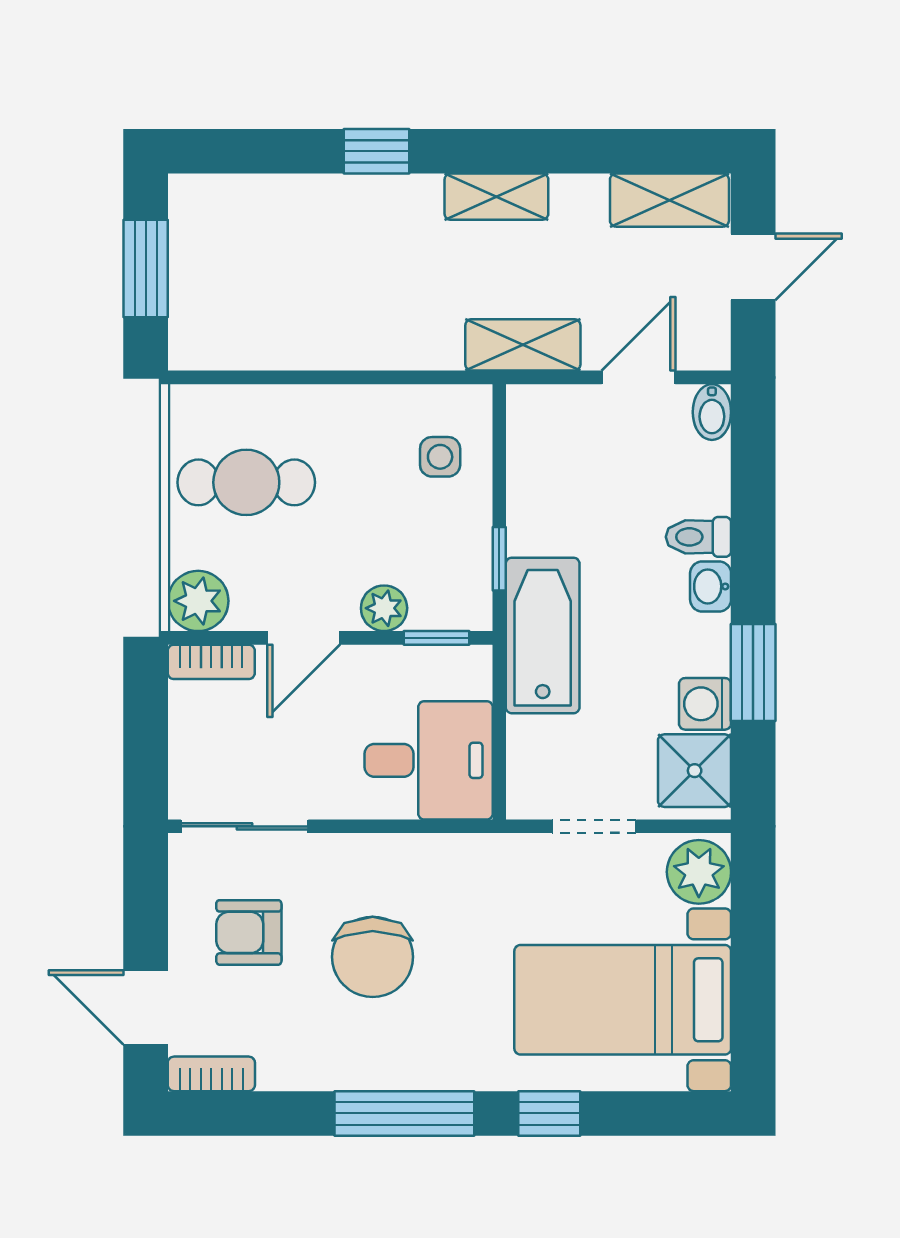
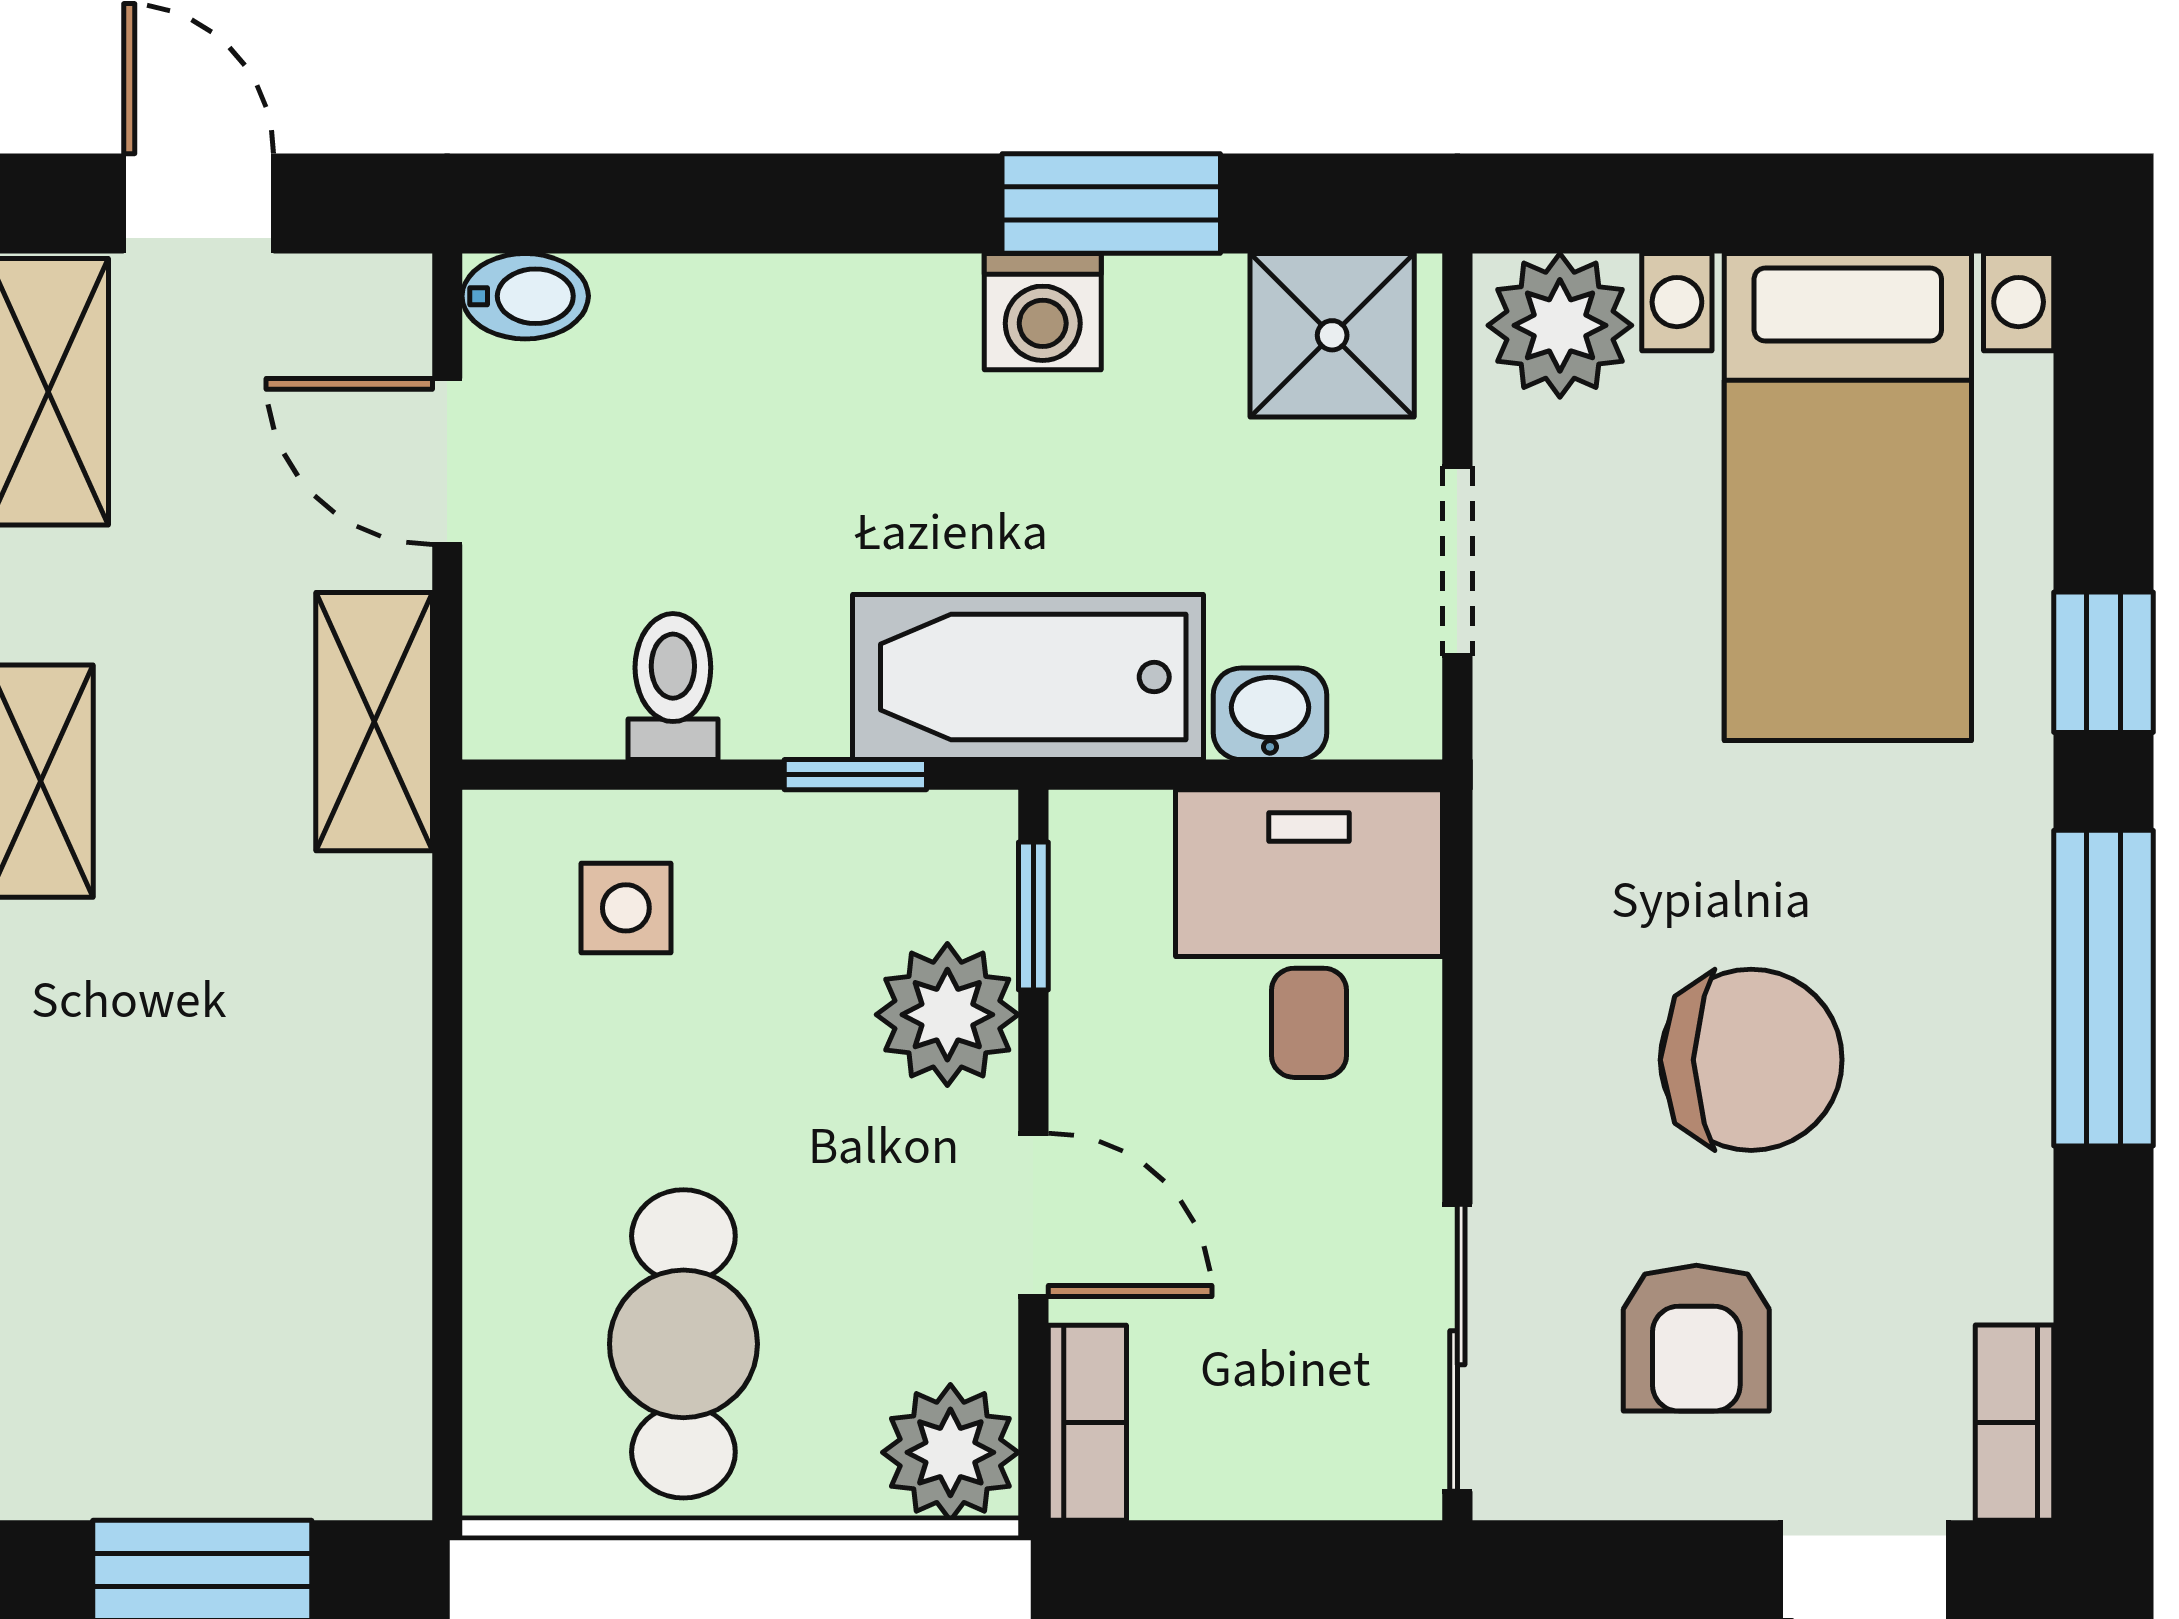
toilet: (698, 537) -> (673, 687), moved, turned 180
washbasin: (711, 586) -> (1270, 714), moved, turned 180
plant: (384, 608) -> (947, 1015), width x1.38, depth x1.38
washing machine: (705, 704) -> (1043, 312), moved

